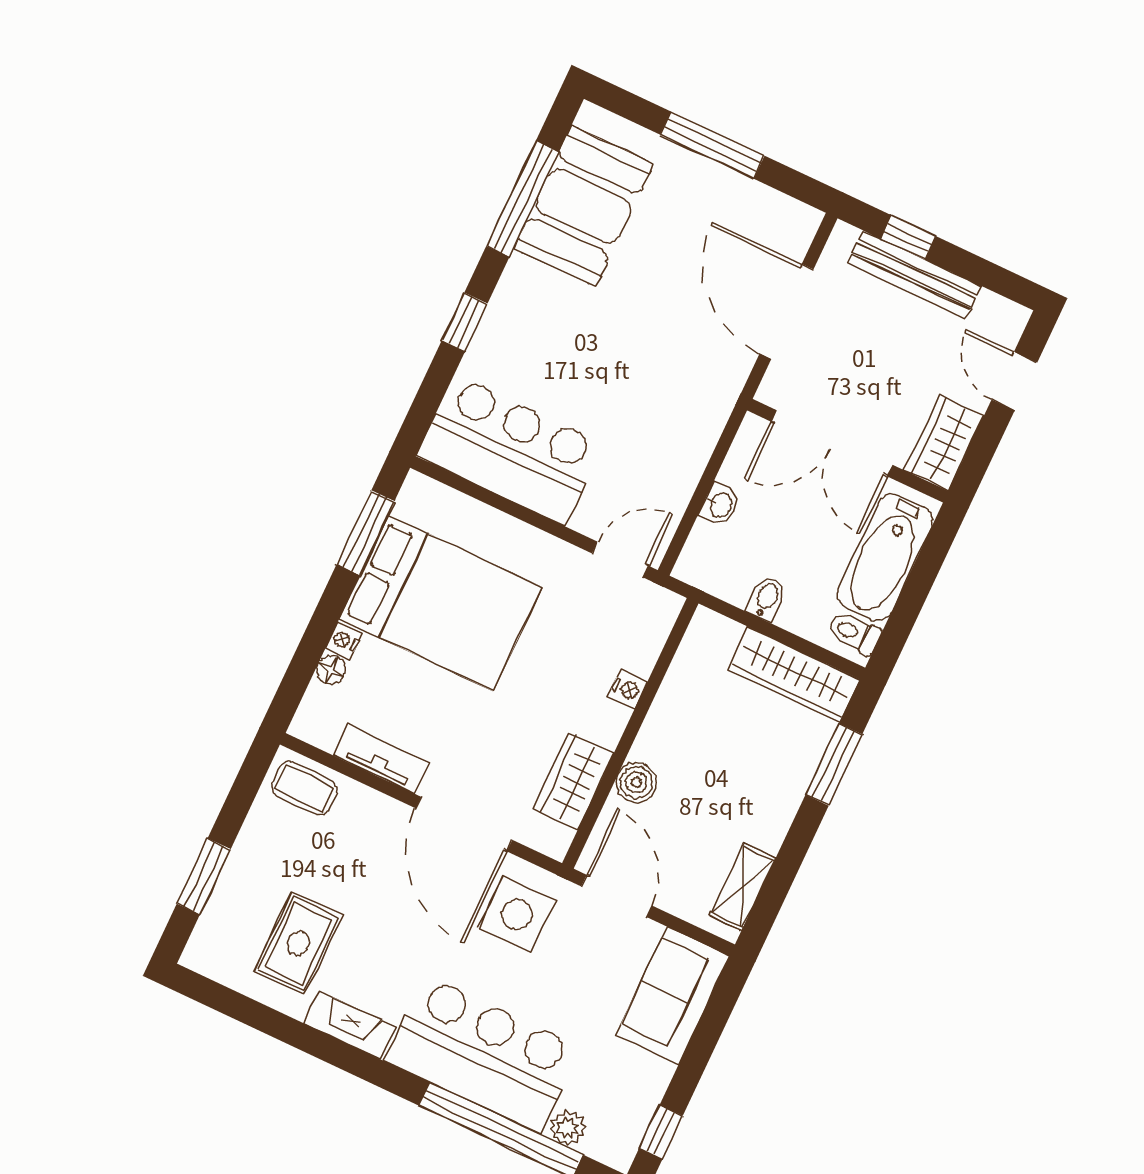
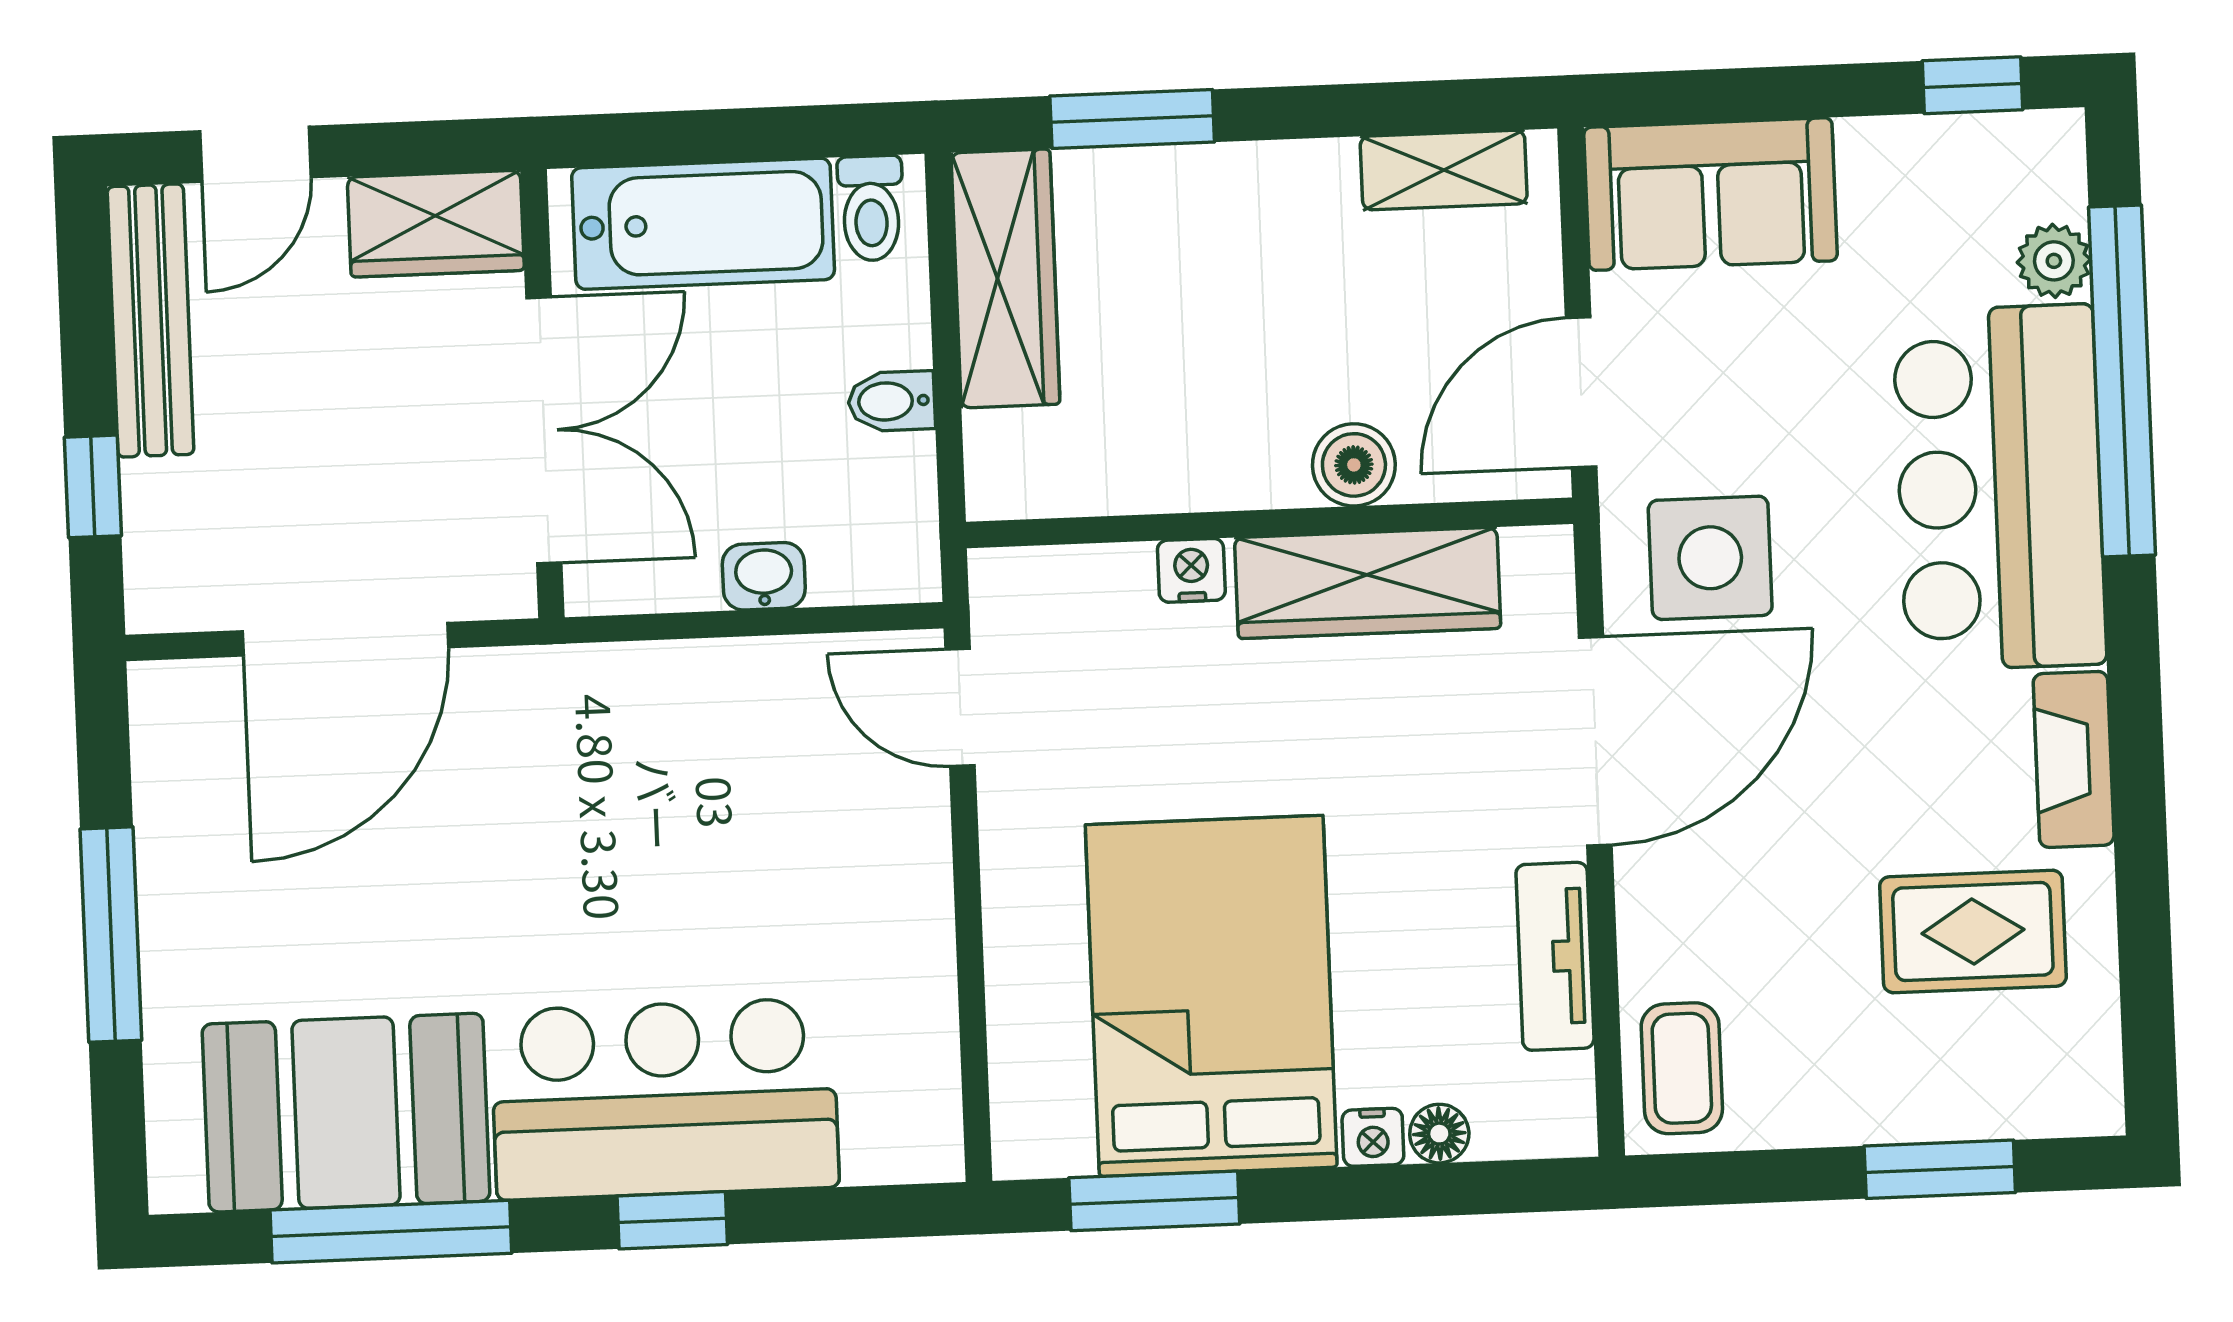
bench: (914, 275) -> (151, 320), moved
bar counter: (510, 450) -> (665, 1099), moved, turned 90
wardrobe: (574, 781) -> (1368, 583), width x1.50

